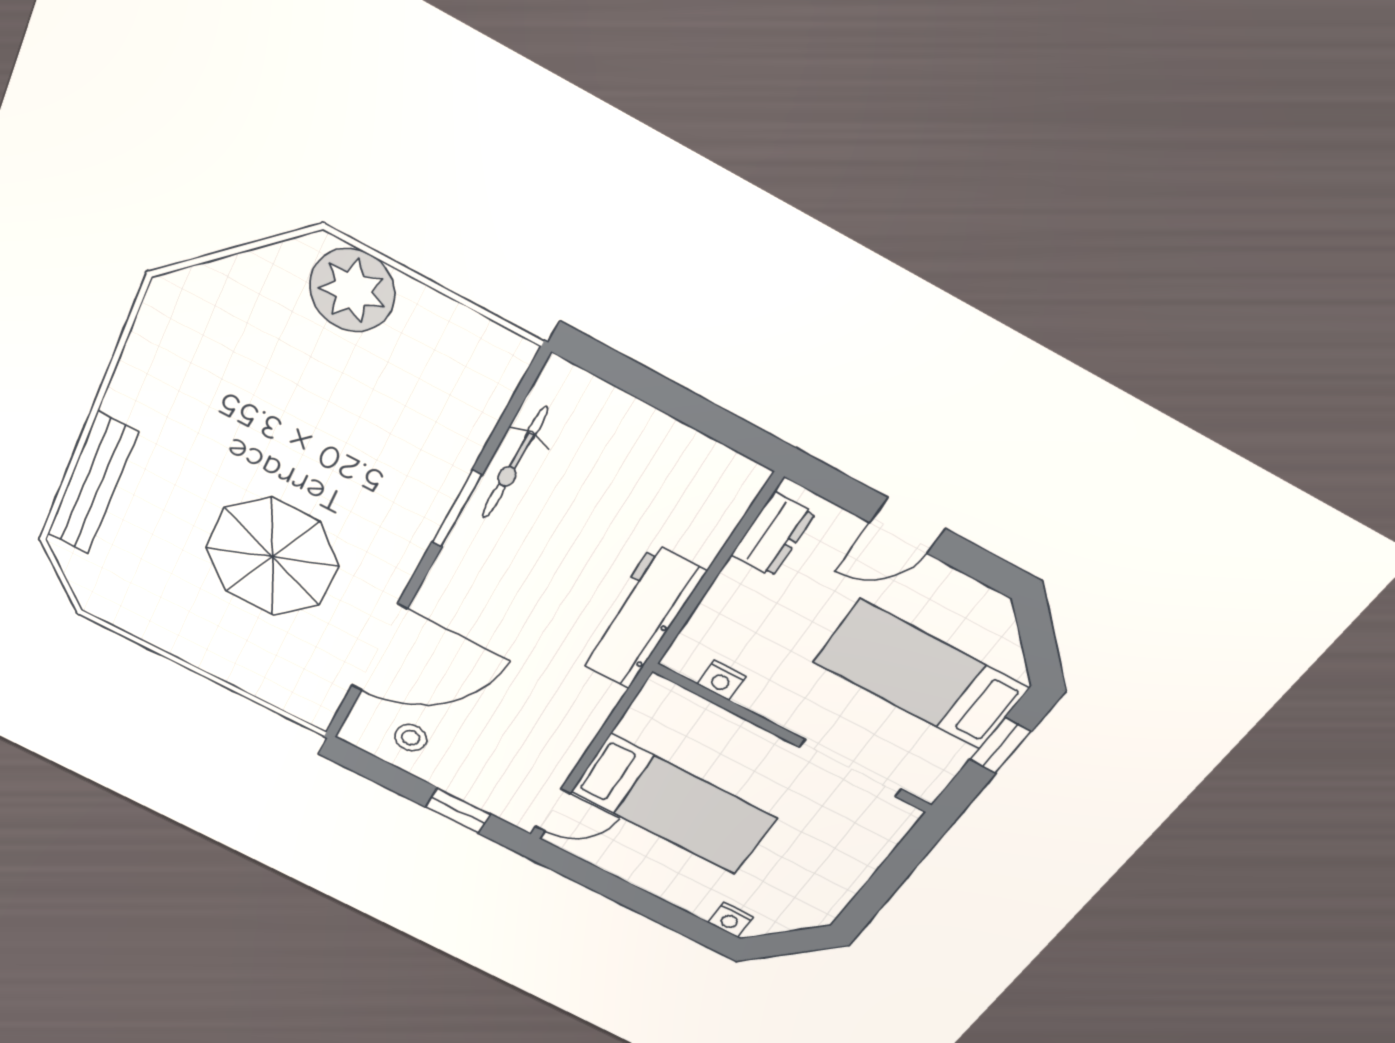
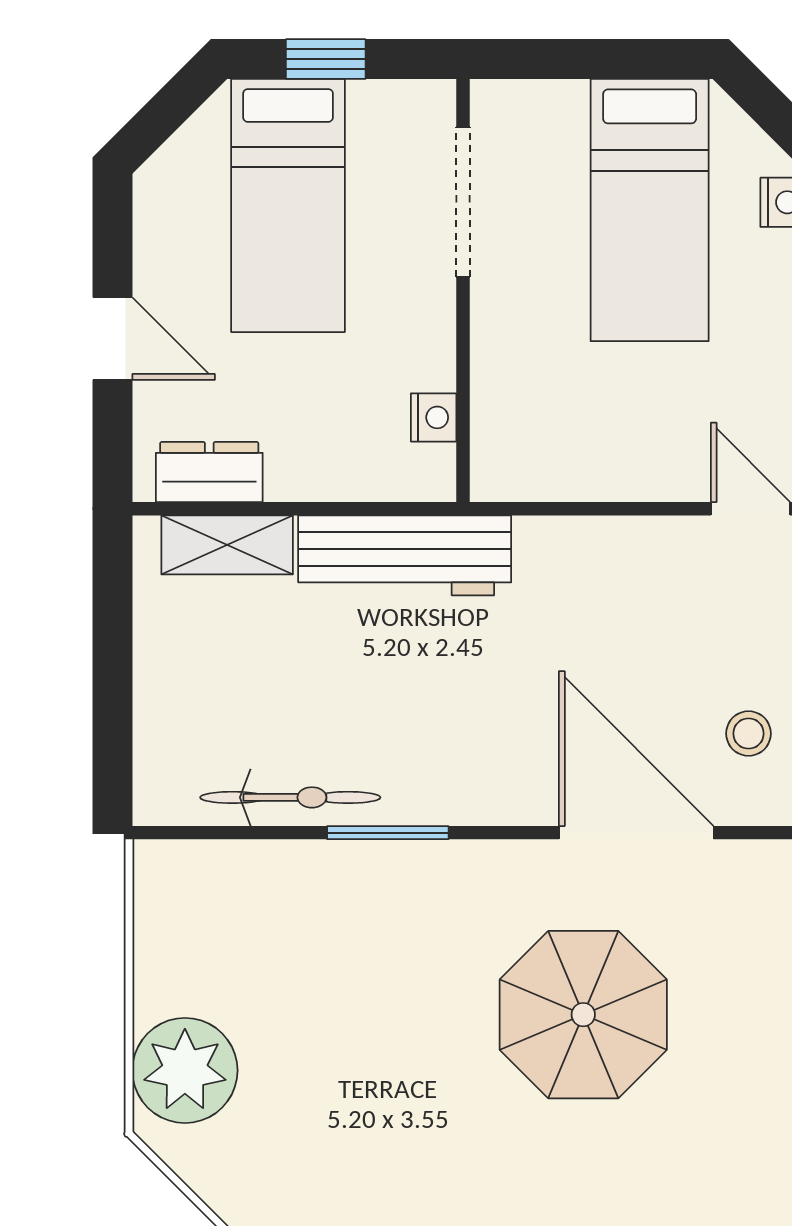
shelving: (715, 518) -> (227, 545), added
bed: (674, 805) -> (650, 210), moved, turned 180

